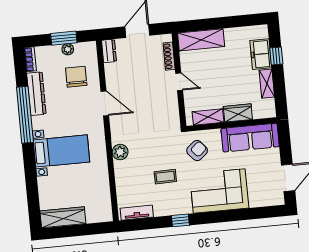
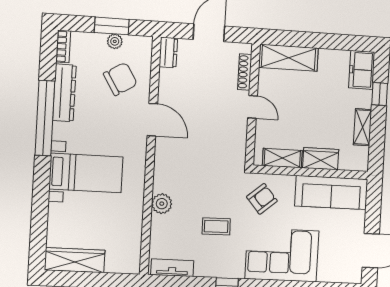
freezer: (261, 54) -> (362, 70), moved
chair: (76, 77) -> (120, 79), turned 59
plant: (120, 152) -> (162, 204), moved

